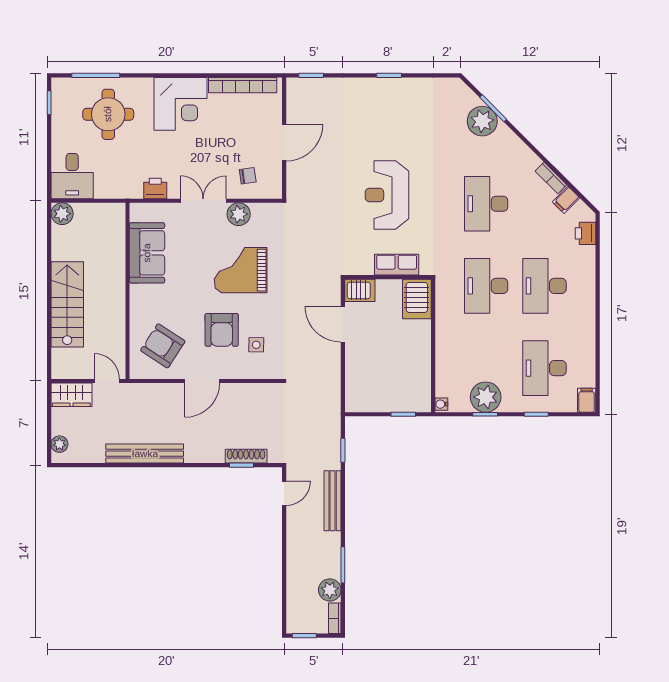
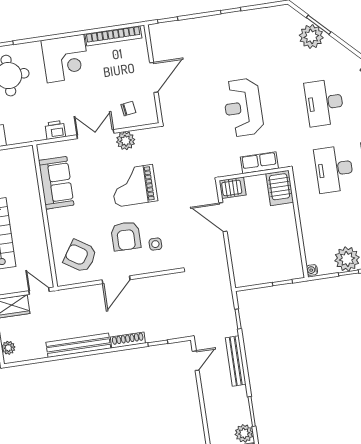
shoe rack: (246, 456) -> (128, 340), moved

